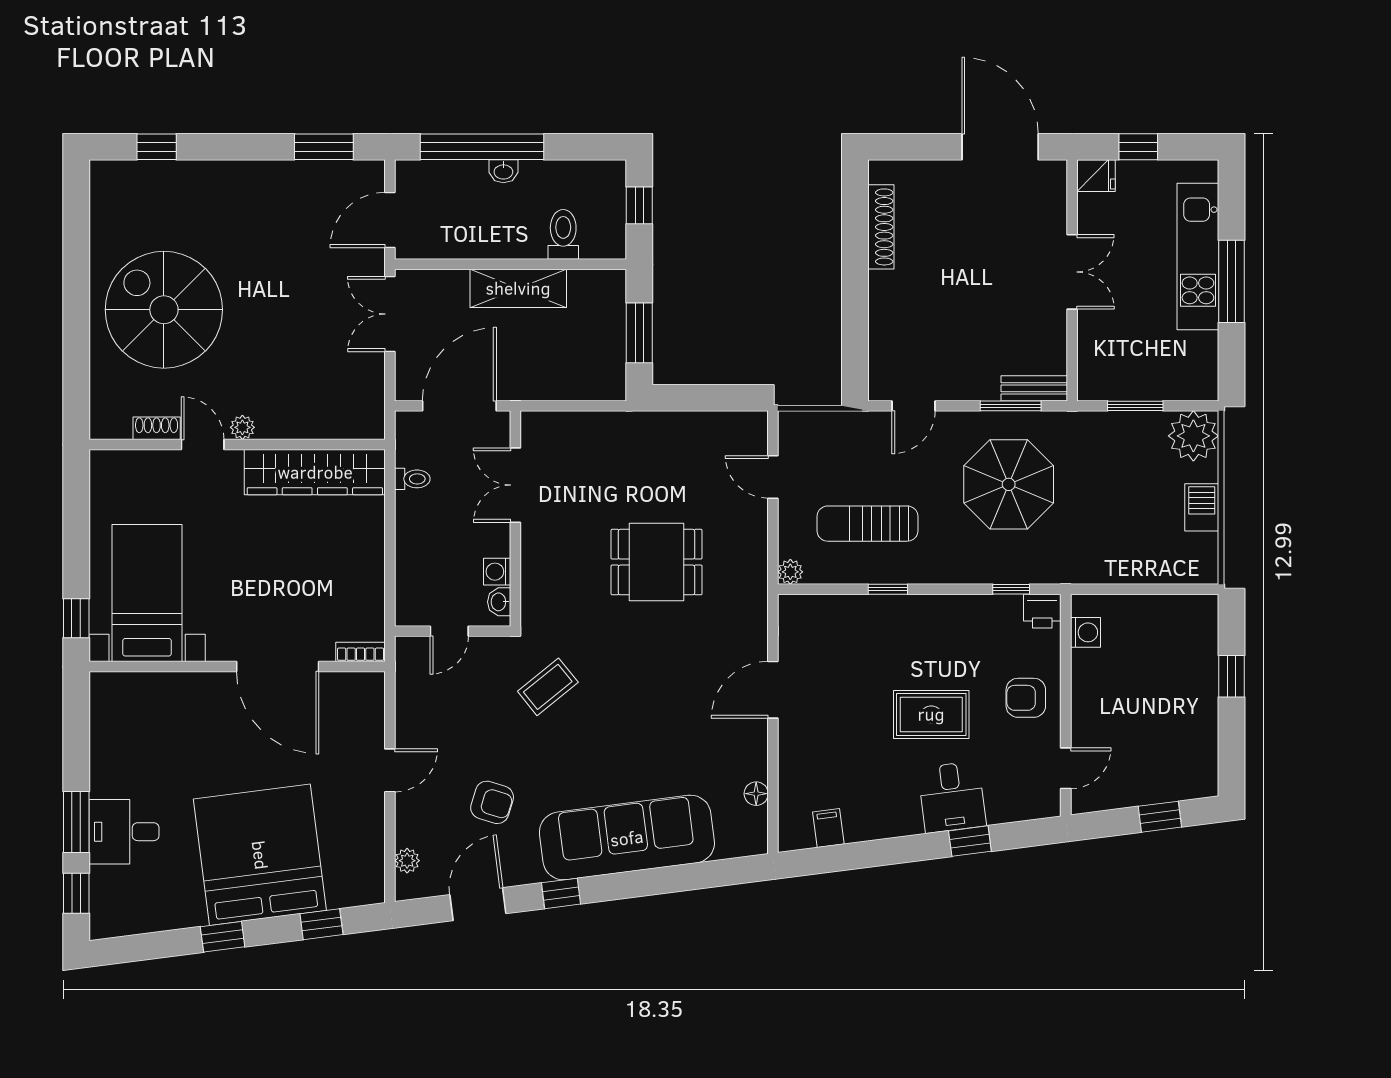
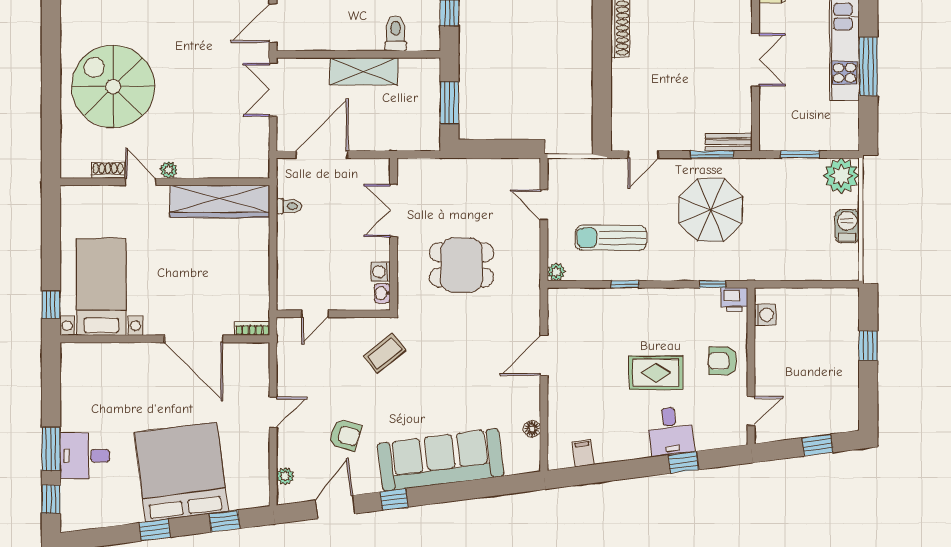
double door: (515, 485) -> (394, 211), moved
wall: (515, 518) -> (394, 234), moved
washing machine: (497, 572) -> (381, 272), moved
washbasin: (499, 602) -> (382, 293), moved

